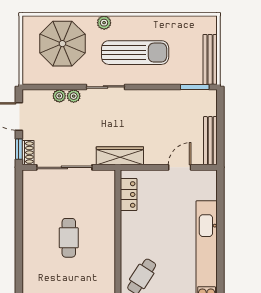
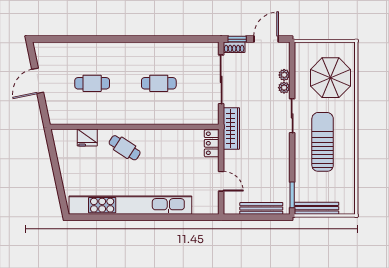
plant: (104, 23) -> (349, 114), removed
sun lounger: (135, 53) -> (323, 142), turned 180
bench: (210, 141) -> (261, 208), moved
locker: (129, 194) -> (212, 143), moved, turned 90

